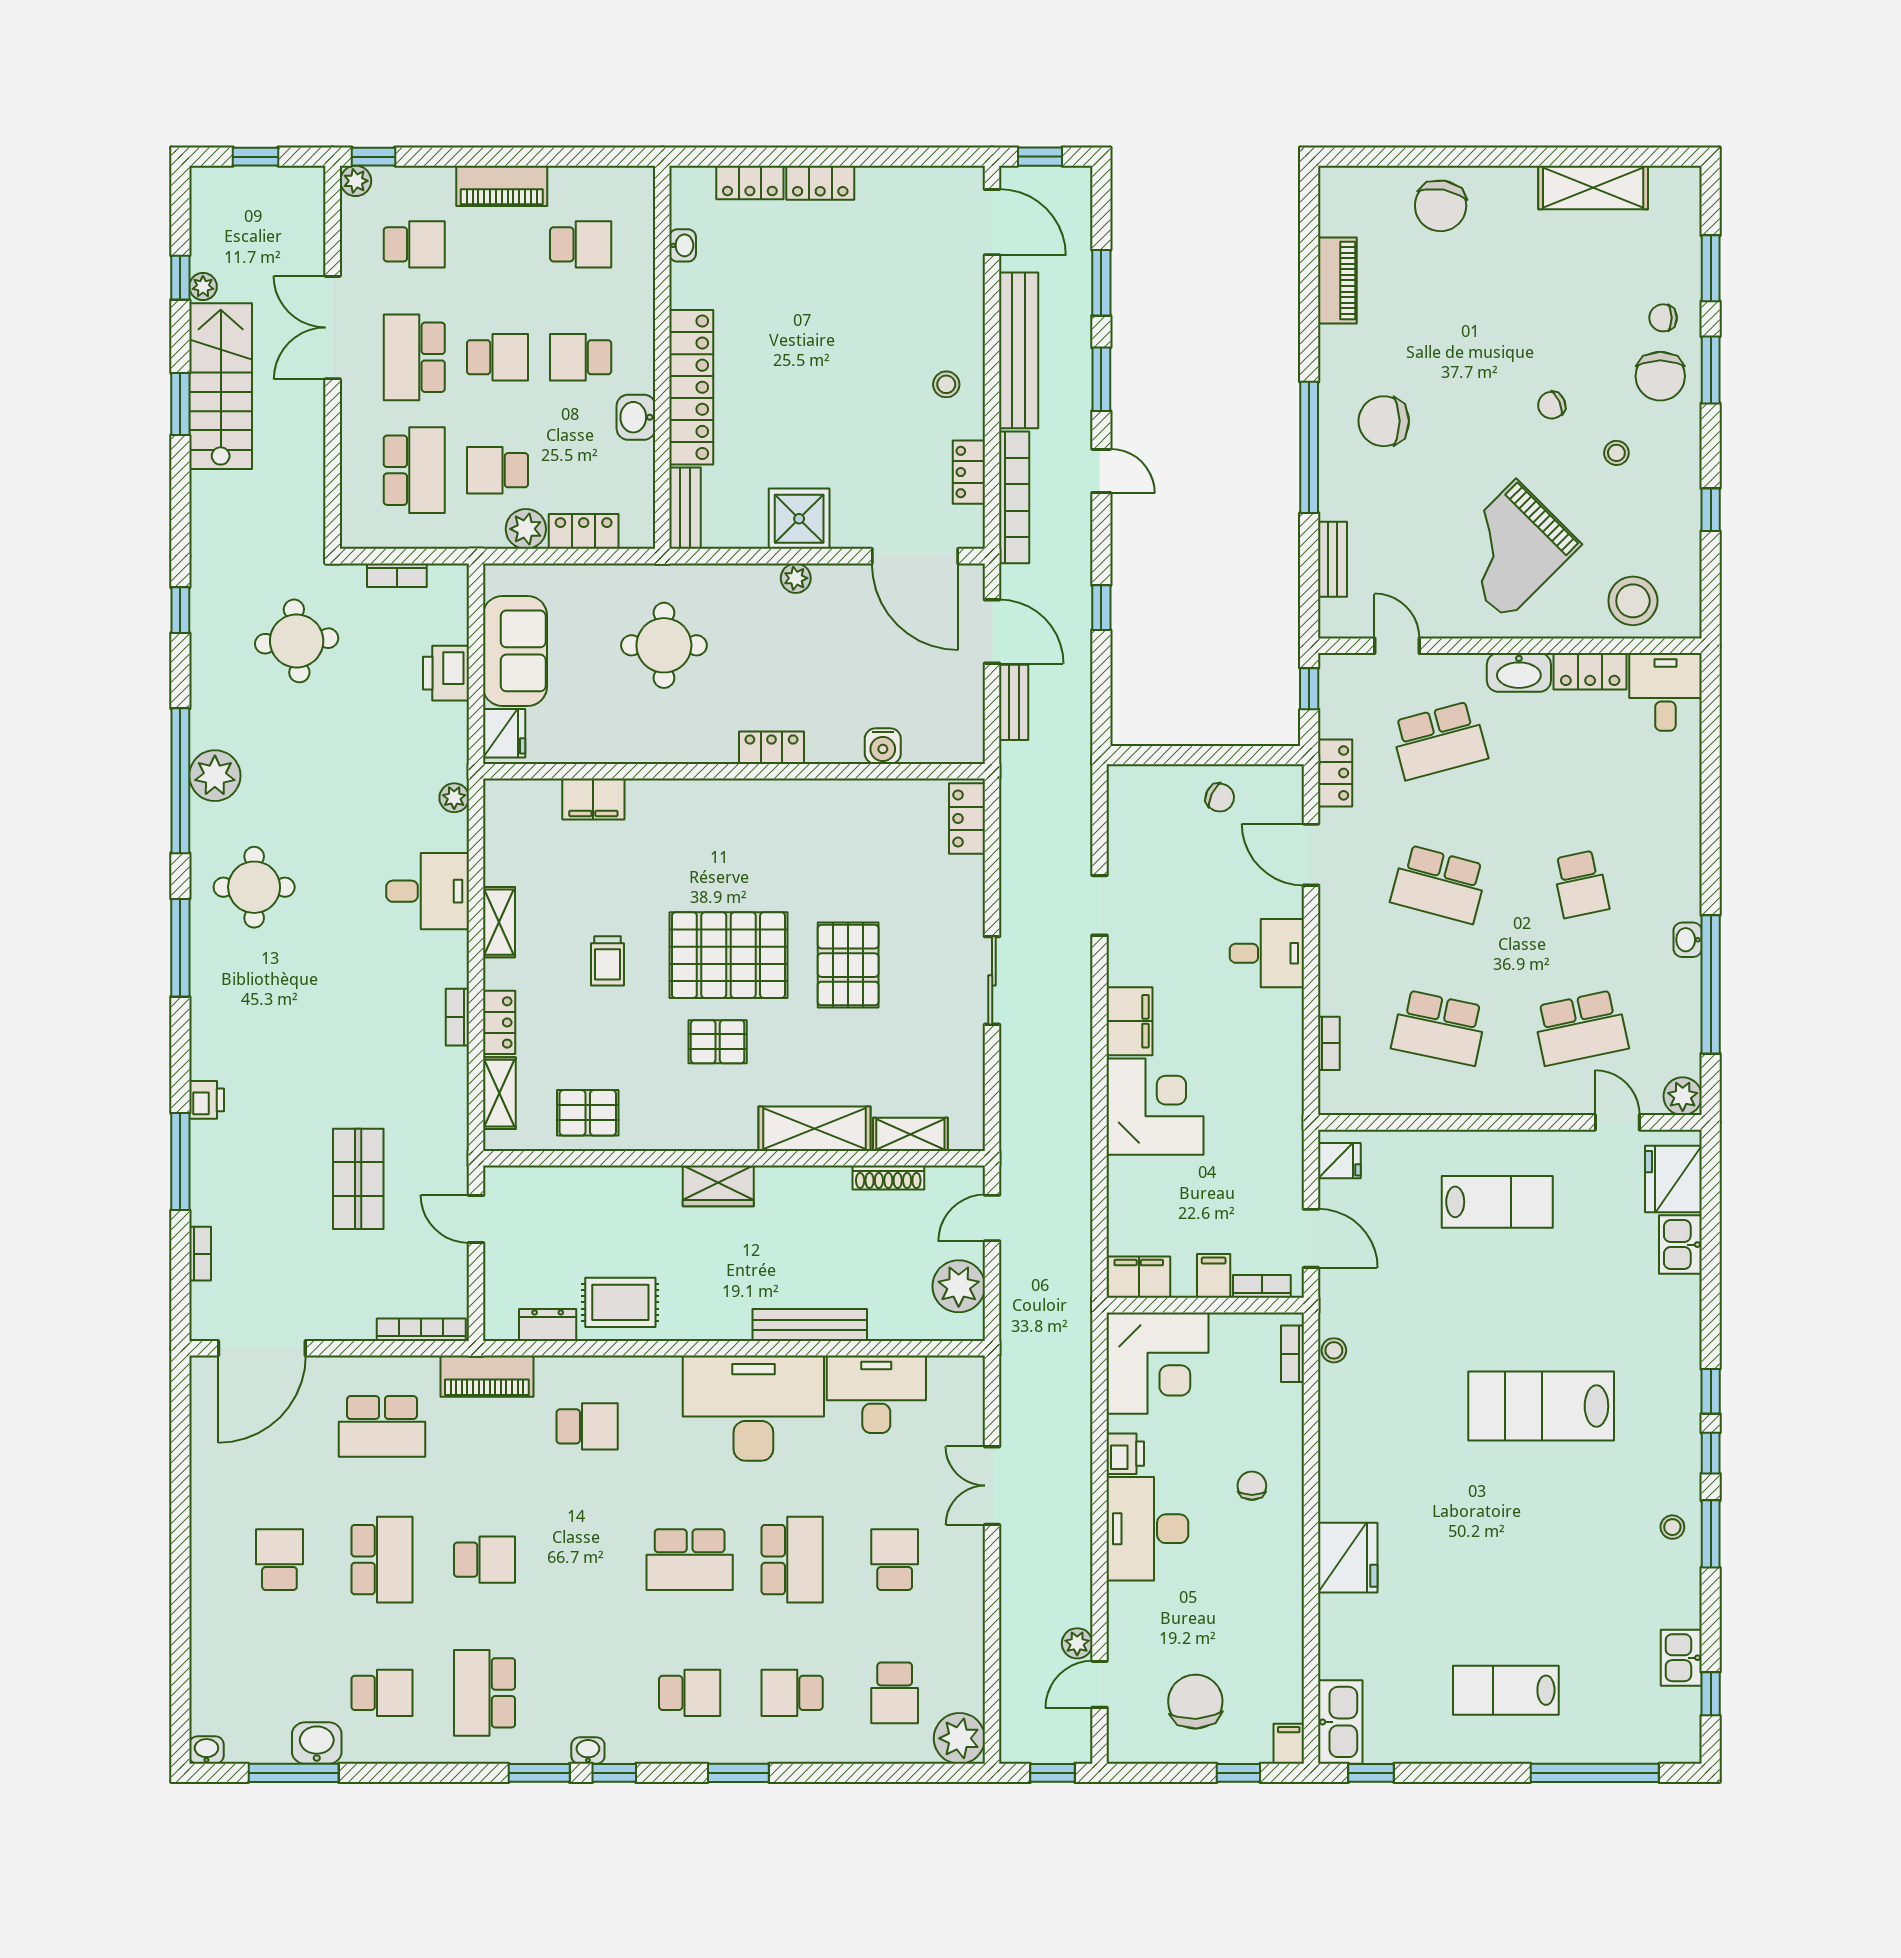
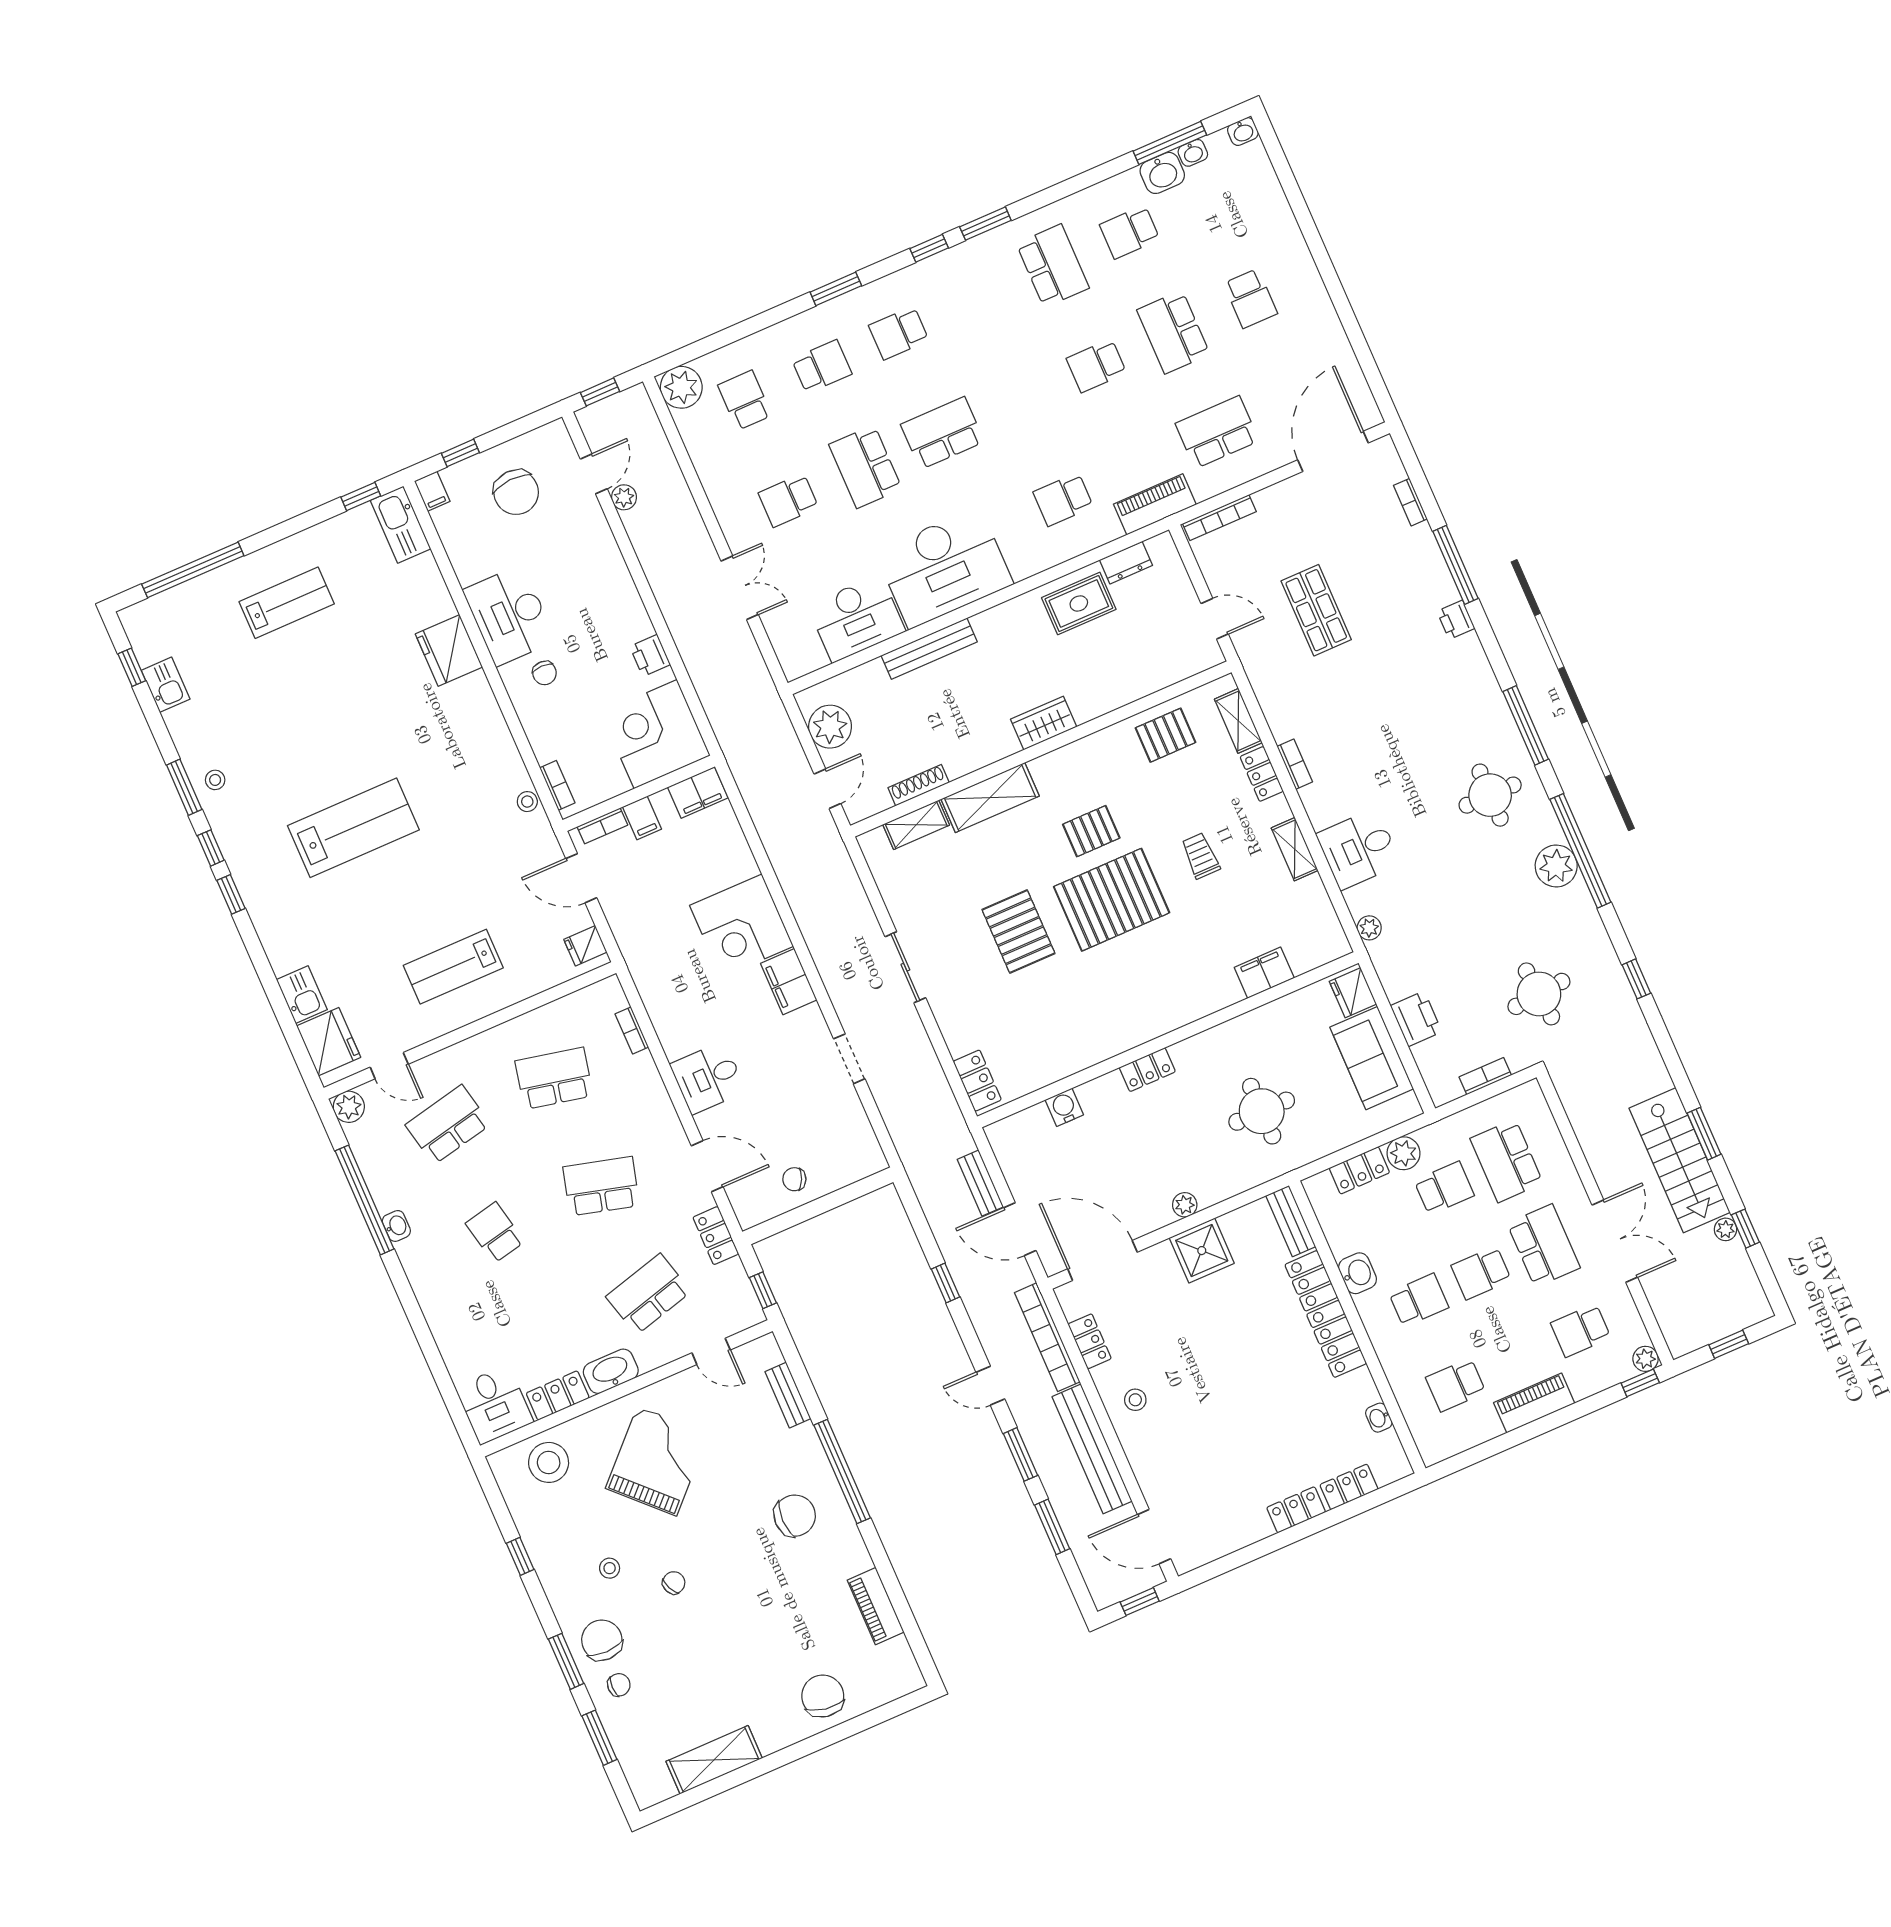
desk: (1147, 1529) -> (509, 615), moved, turned 180
school desk: (895, 1560) -> (788, 500), turned 90
washbasin: (588, 1751) -> (1193, 153), moved

